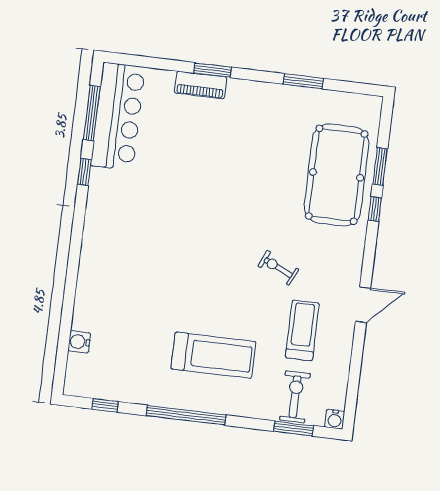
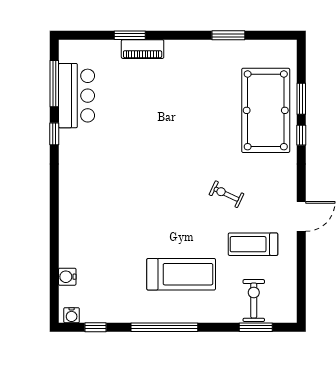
window: (213, 70) -> (130, 35), moved
bar counter: (118, 116) -> (76, 96), width x0.73
treadmill: (302, 330) -> (253, 244), turned -90
water cooler: (335, 419) -> (72, 315), moved

